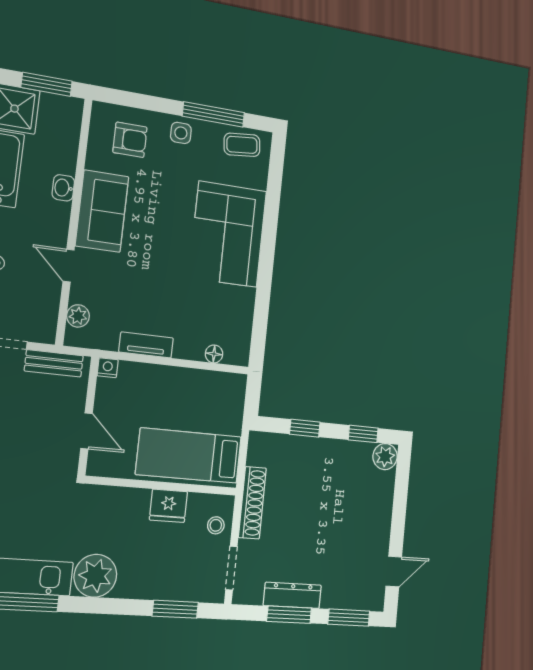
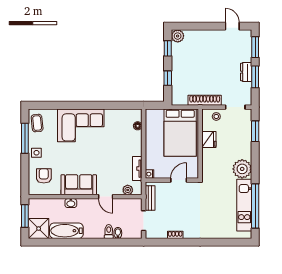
door: (68, 266) -> (106, 197), hinge flipped
tv unit: (146, 345) -> (137, 169), moved
bed: (189, 456) -> (180, 133), width x1.50
dresser: (292, 595) -> (246, 72), width x0.70

